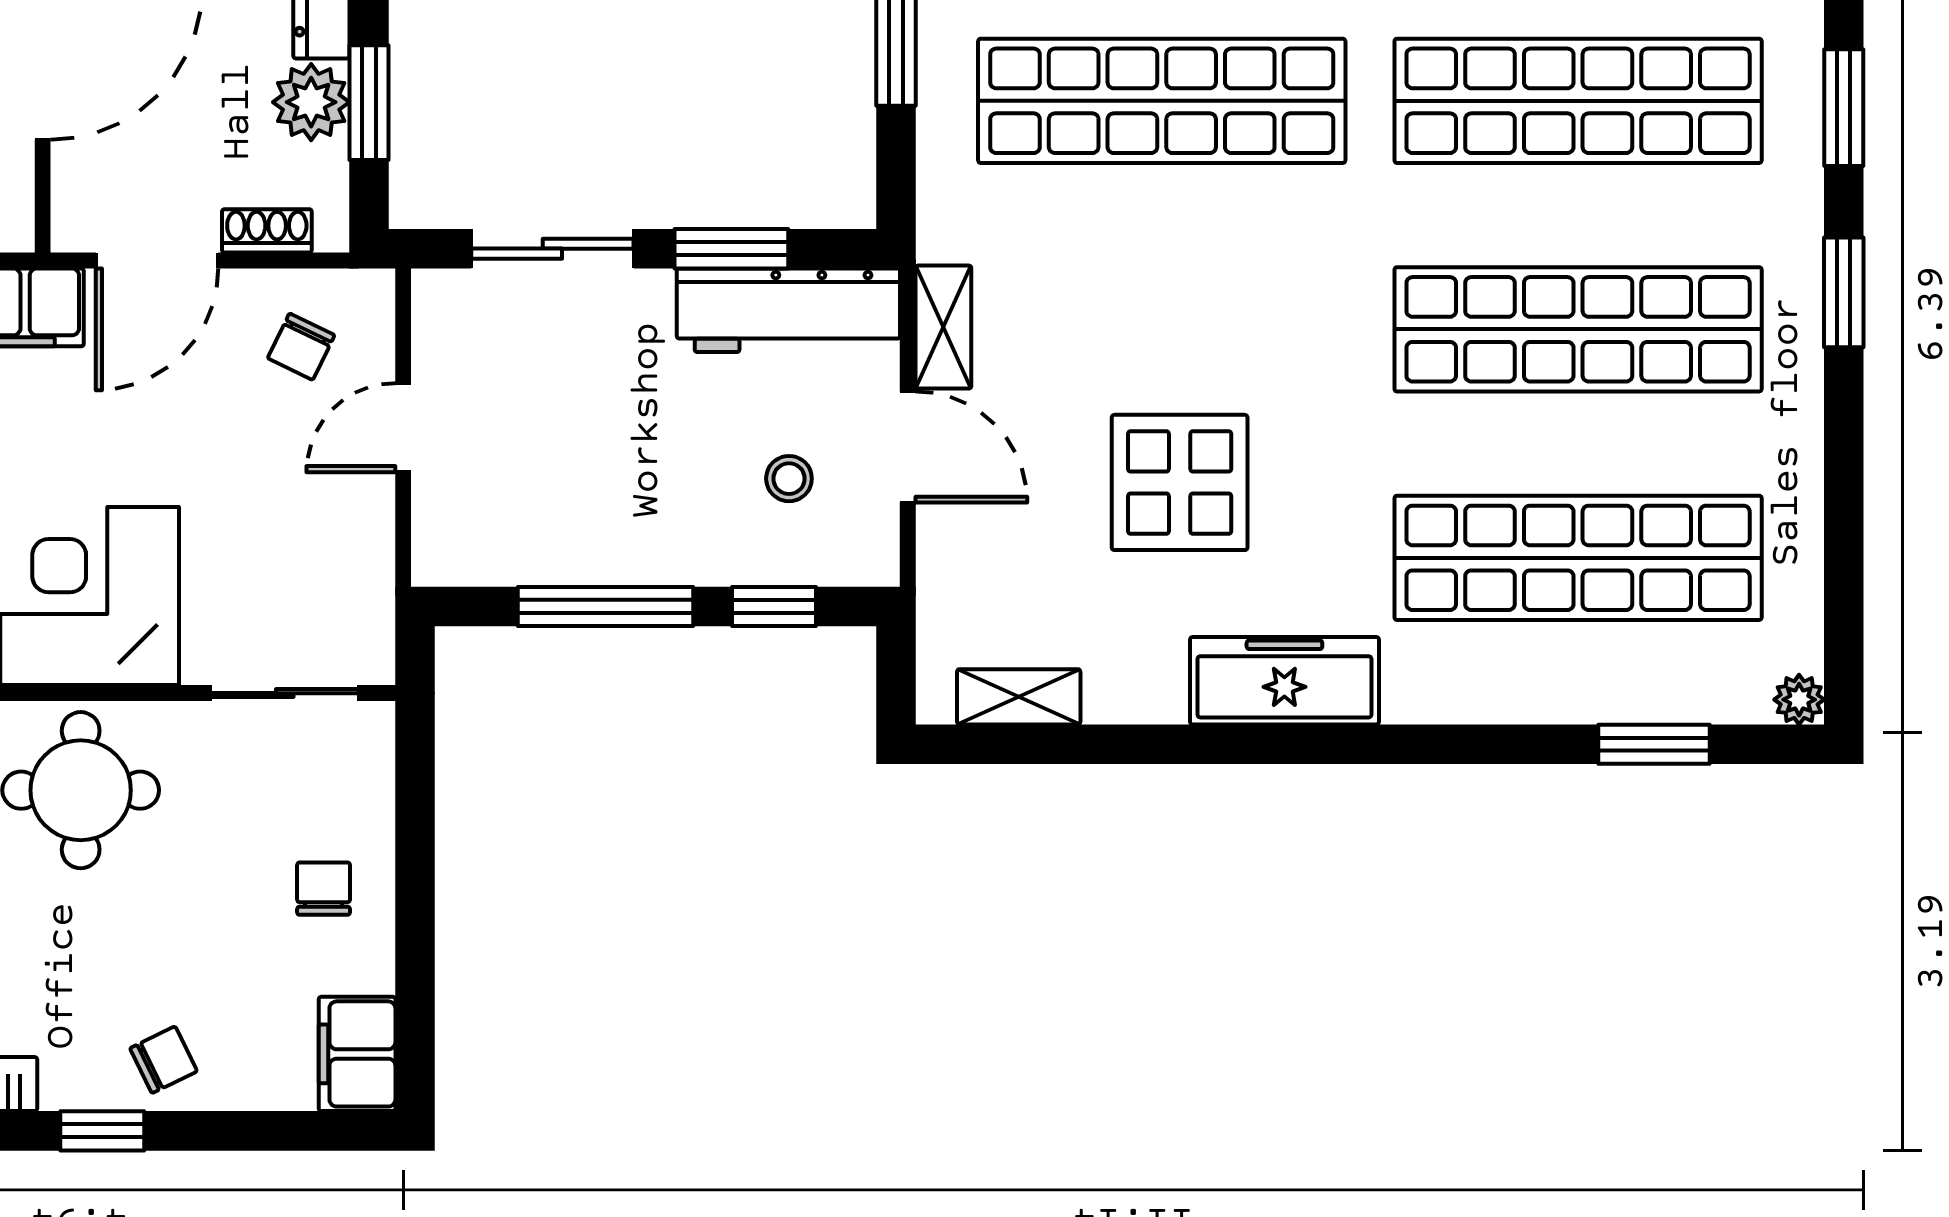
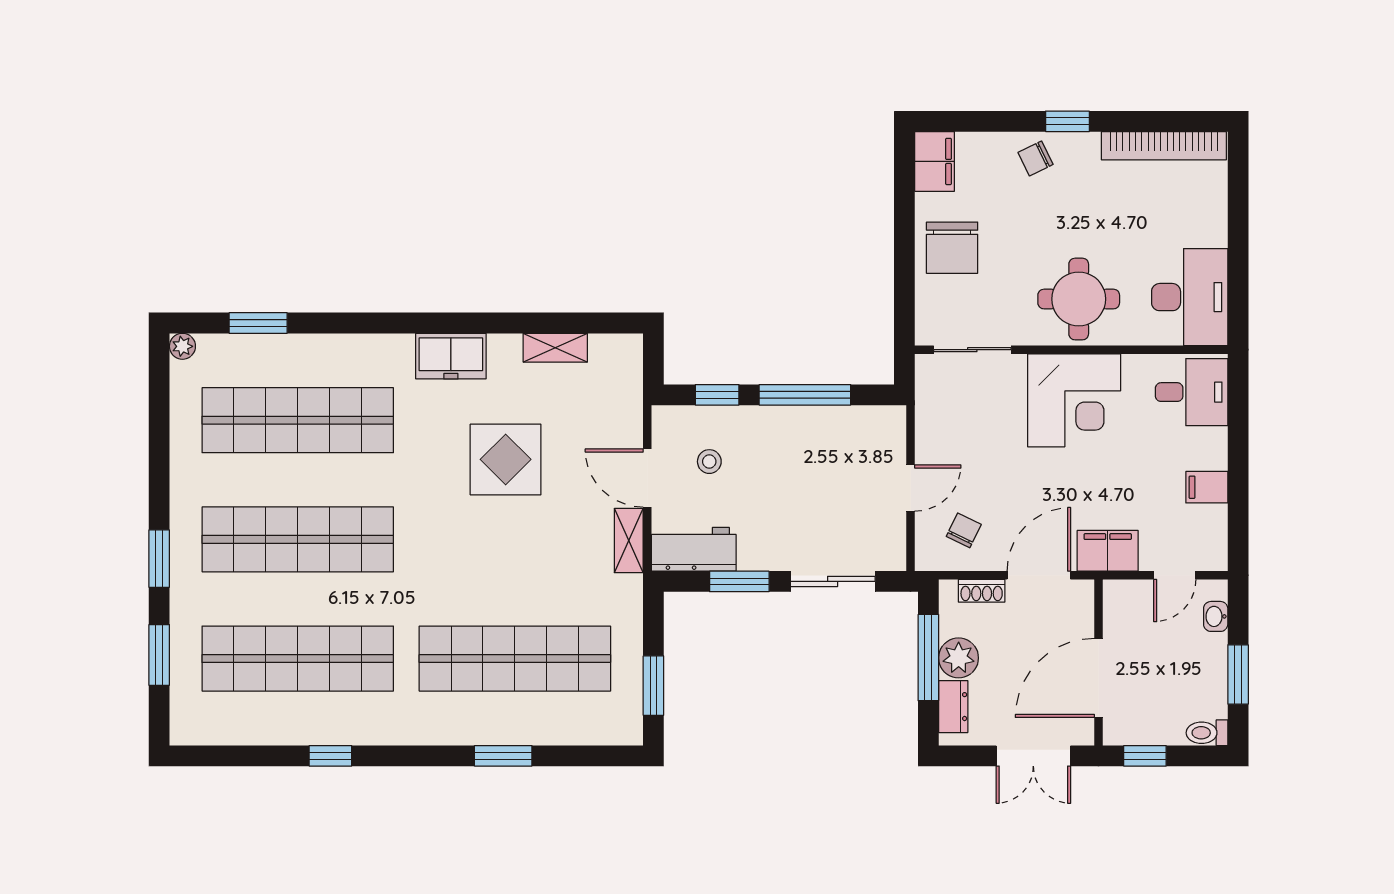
window: (369, 103) -> (928, 658), width x1.44
workbench: (788, 310) -> (694, 549), width x0.73
freezer: (1284, 681) -> (451, 356), width x0.71
shelving: (1019, 697) -> (555, 348), moved
chair: (324, 889) -> (952, 248), width x1.87, depth x1.87

